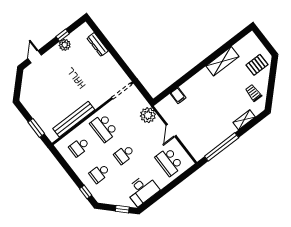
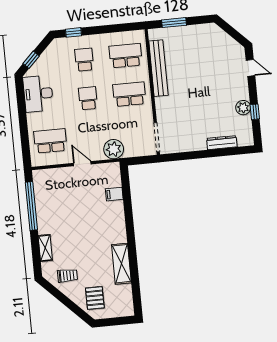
school desk: (79, 147) -> (126, 56), width x1.85

